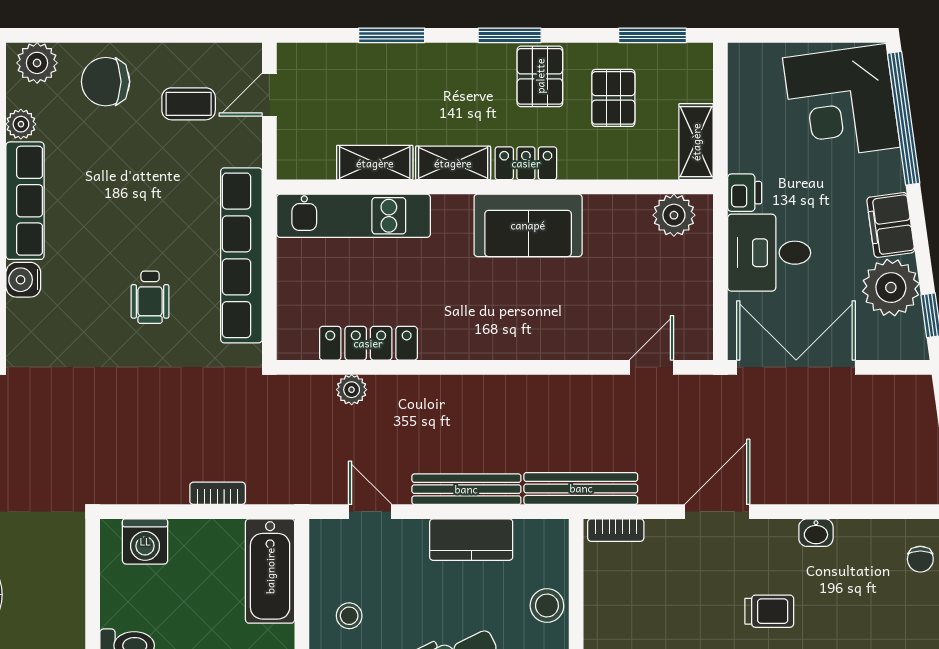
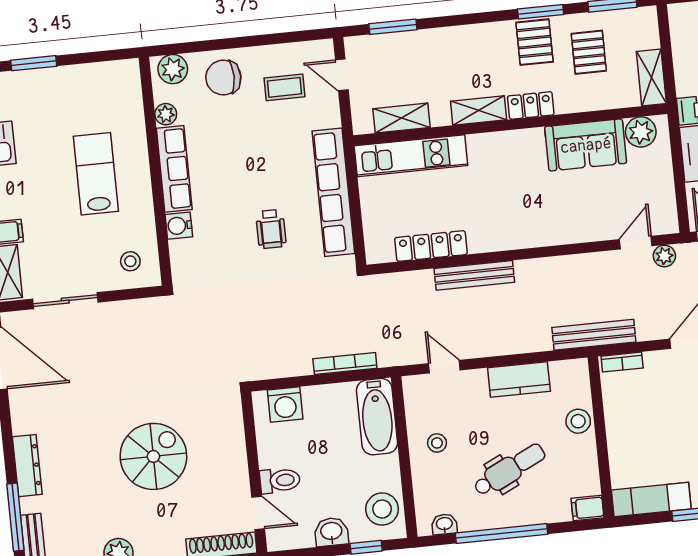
window: (392, 35) -> (393, 27), moved
window: (510, 35) -> (541, 12), moved
door: (269, 95) -> (342, 75), hinge flipped
shelving: (375, 163) -> (401, 118), moved
sofa: (528, 225) -> (586, 145), moved
plant: (352, 390) -> (664, 256), moved
bench: (466, 489) -> (474, 275), moved
bookcase: (218, 493) -> (345, 364), width x1.56

